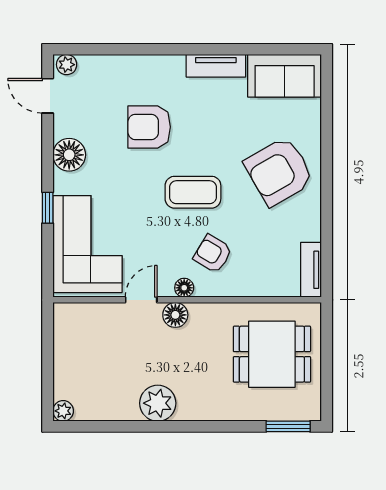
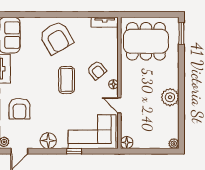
armchair: (149, 127) -> (20, 109), moved
armchair: (213, 254) -> (97, 70), turned -70
floor lamp: (175, 315) -> (127, 143), moved
dining table: (272, 354) -> (146, 41), width x1.38

